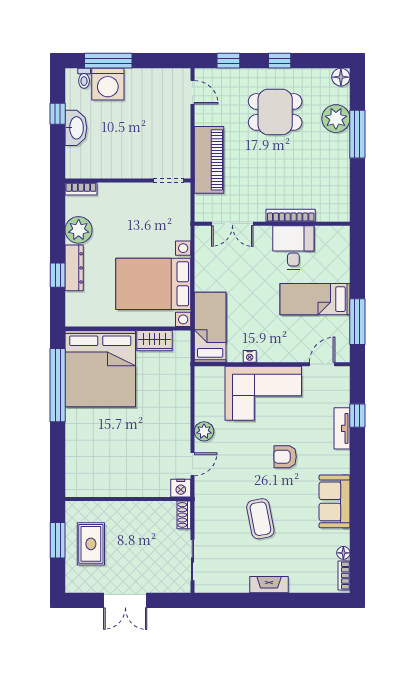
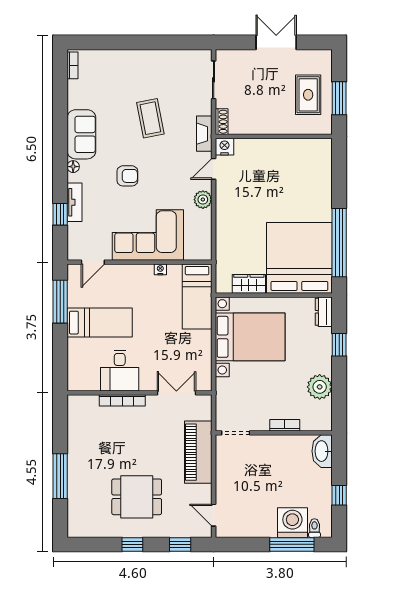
floor lamp: (341, 77) -> (75, 529), removed
plant: (336, 119) -> (80, 491), removed
washbasin: (76, 128) -> (322, 451), moved
bookcase: (81, 189) -> (285, 425), moved
dresser: (74, 268) -> (324, 312), moved, width x0.70
floor lamp: (343, 553) -> (73, 167), moved
fireplace: (269, 585) -> (204, 134), moved, turned 90

